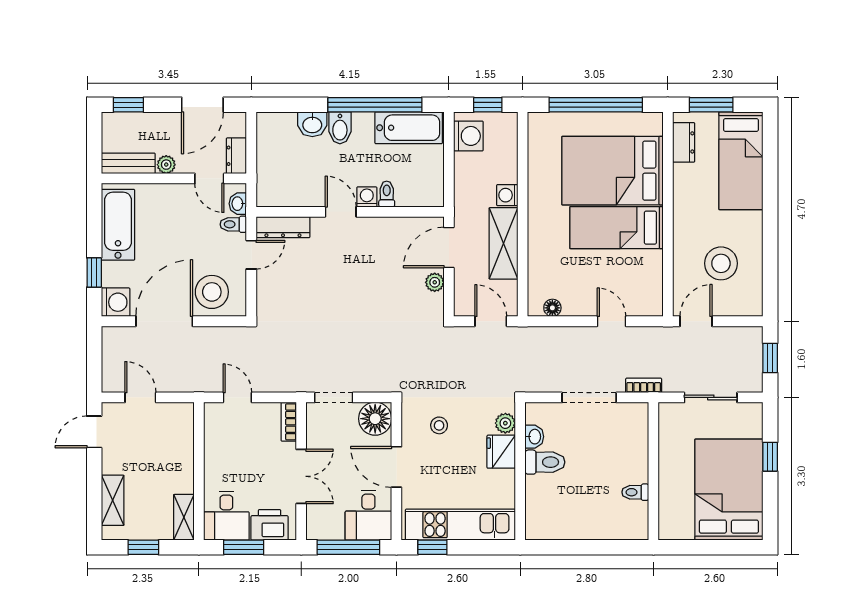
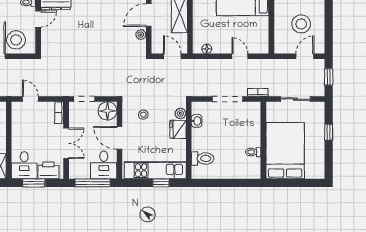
door: (696, 321) -> (305, 56), moved
toilet: (545, 462) -> (203, 158), moved
bed: (729, 490) -> (285, 151), moved
window: (432, 547) -> (161, 183), moved

